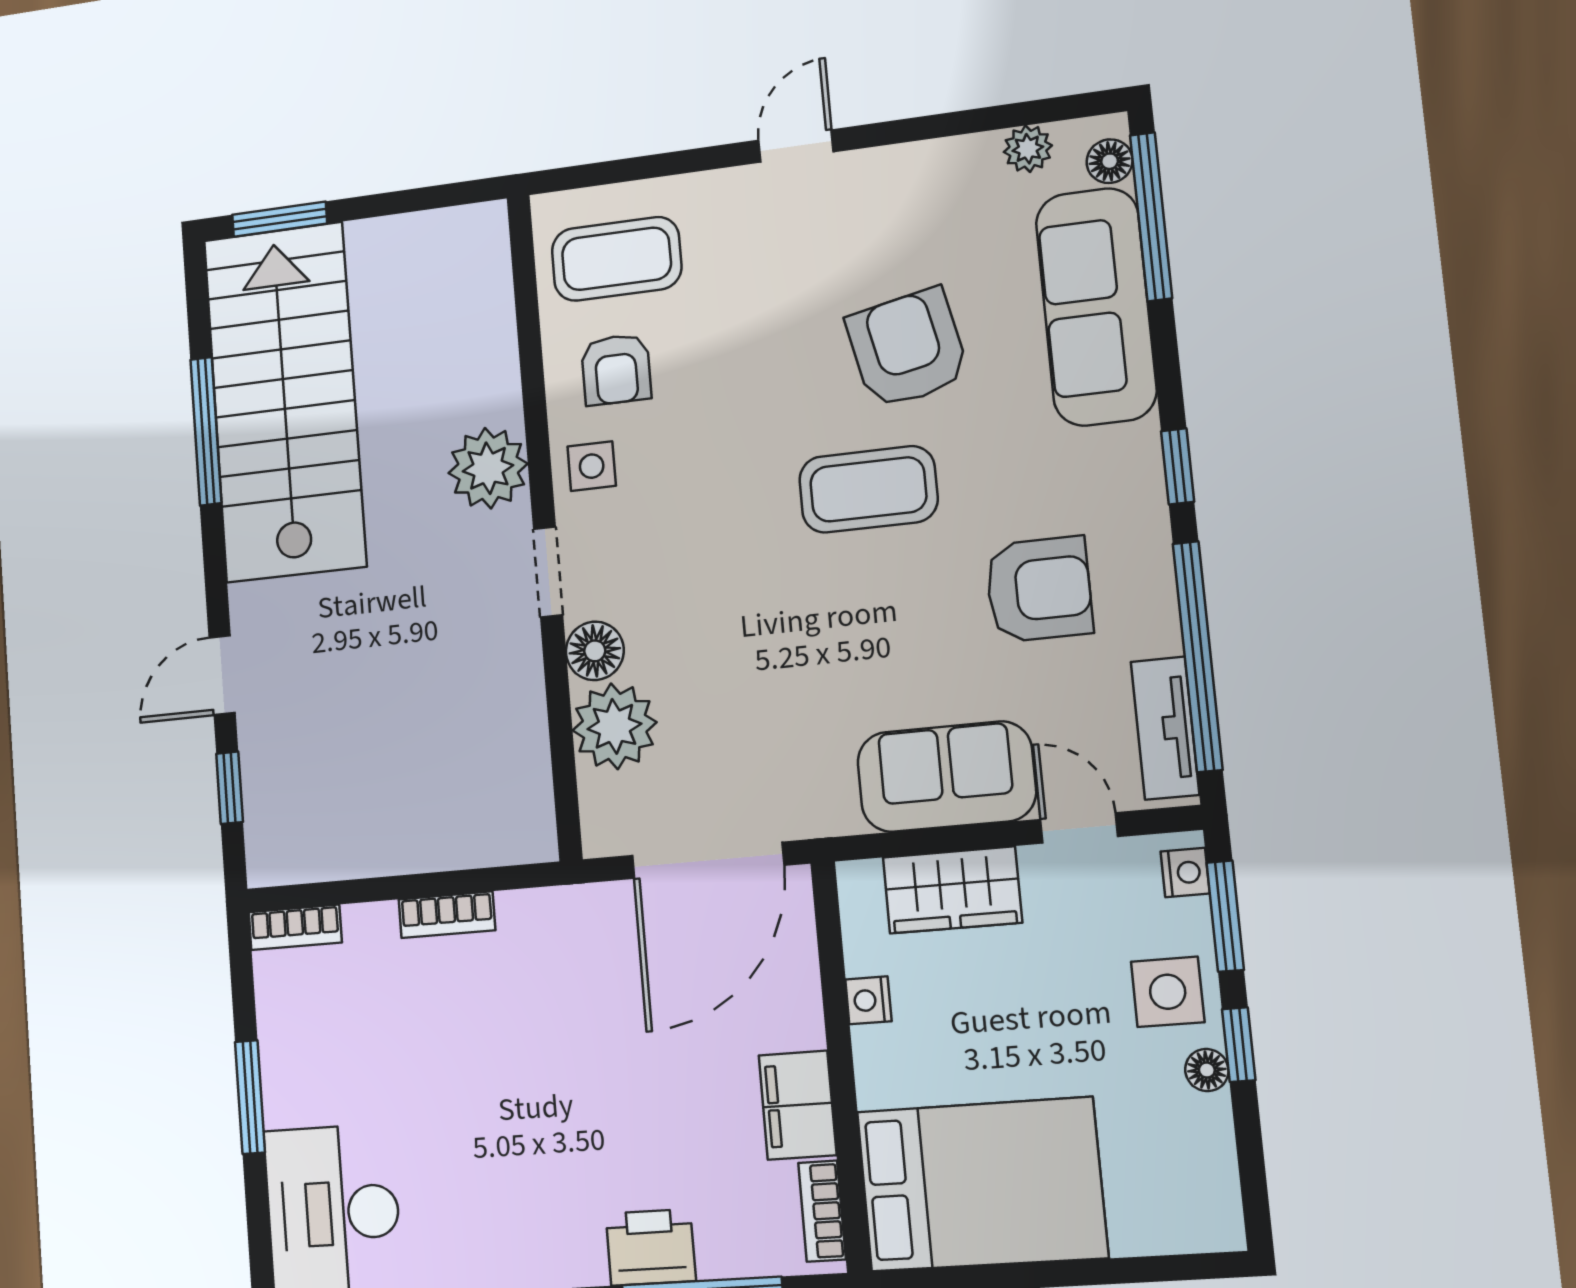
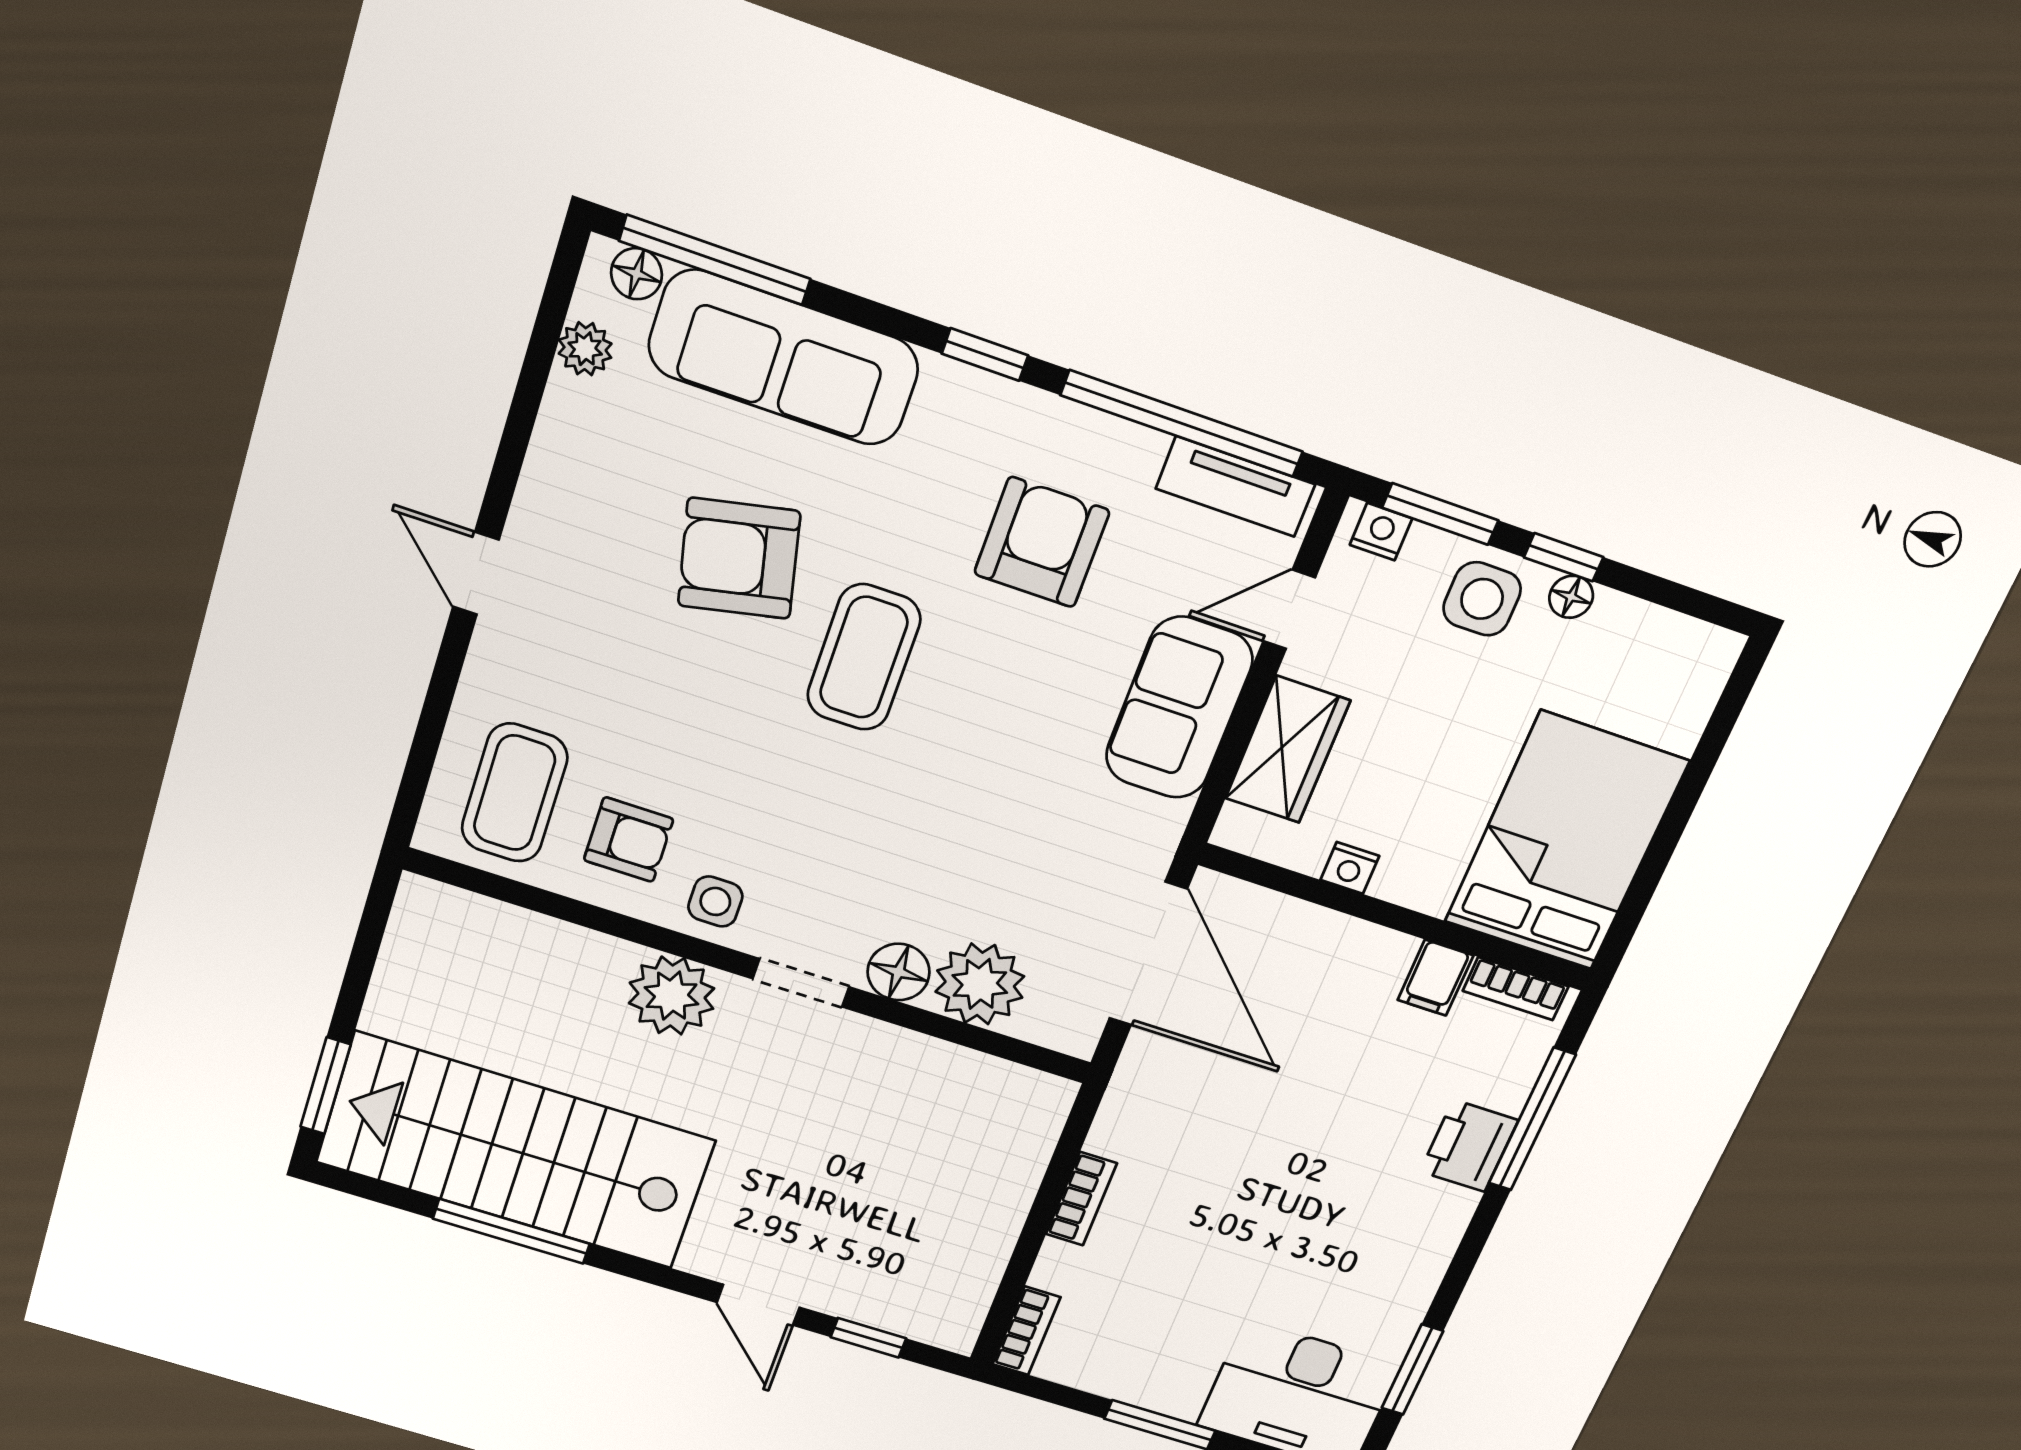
filing cabinet: (797, 1105) -> (1435, 978), width x0.50

